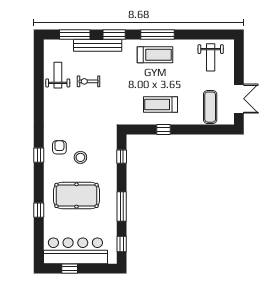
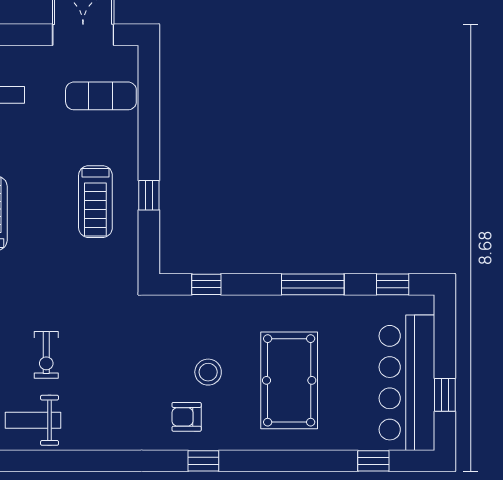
window: (39, 210) -> (373, 461), moved

